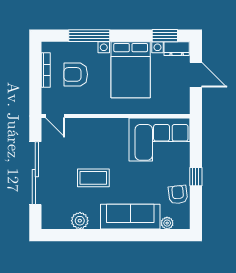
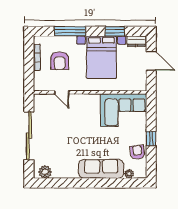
window: (165, 36) -> (115, 31), moved
armchair: (76, 74) -> (60, 61), turned -90
door: (55, 116) -> (62, 92), moved
coffee table: (93, 178) -> (73, 139), removed
plant: (80, 221) -> (45, 172), moved

